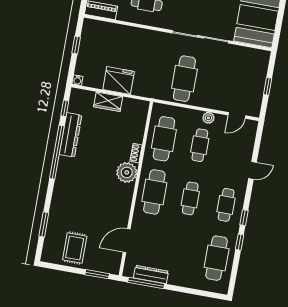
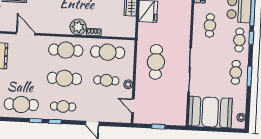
cafe table: (184, 79) -> (156, 62), turned 90
cafe table: (190, 198) -> (64, 78), width x1.37, depth x1.35

